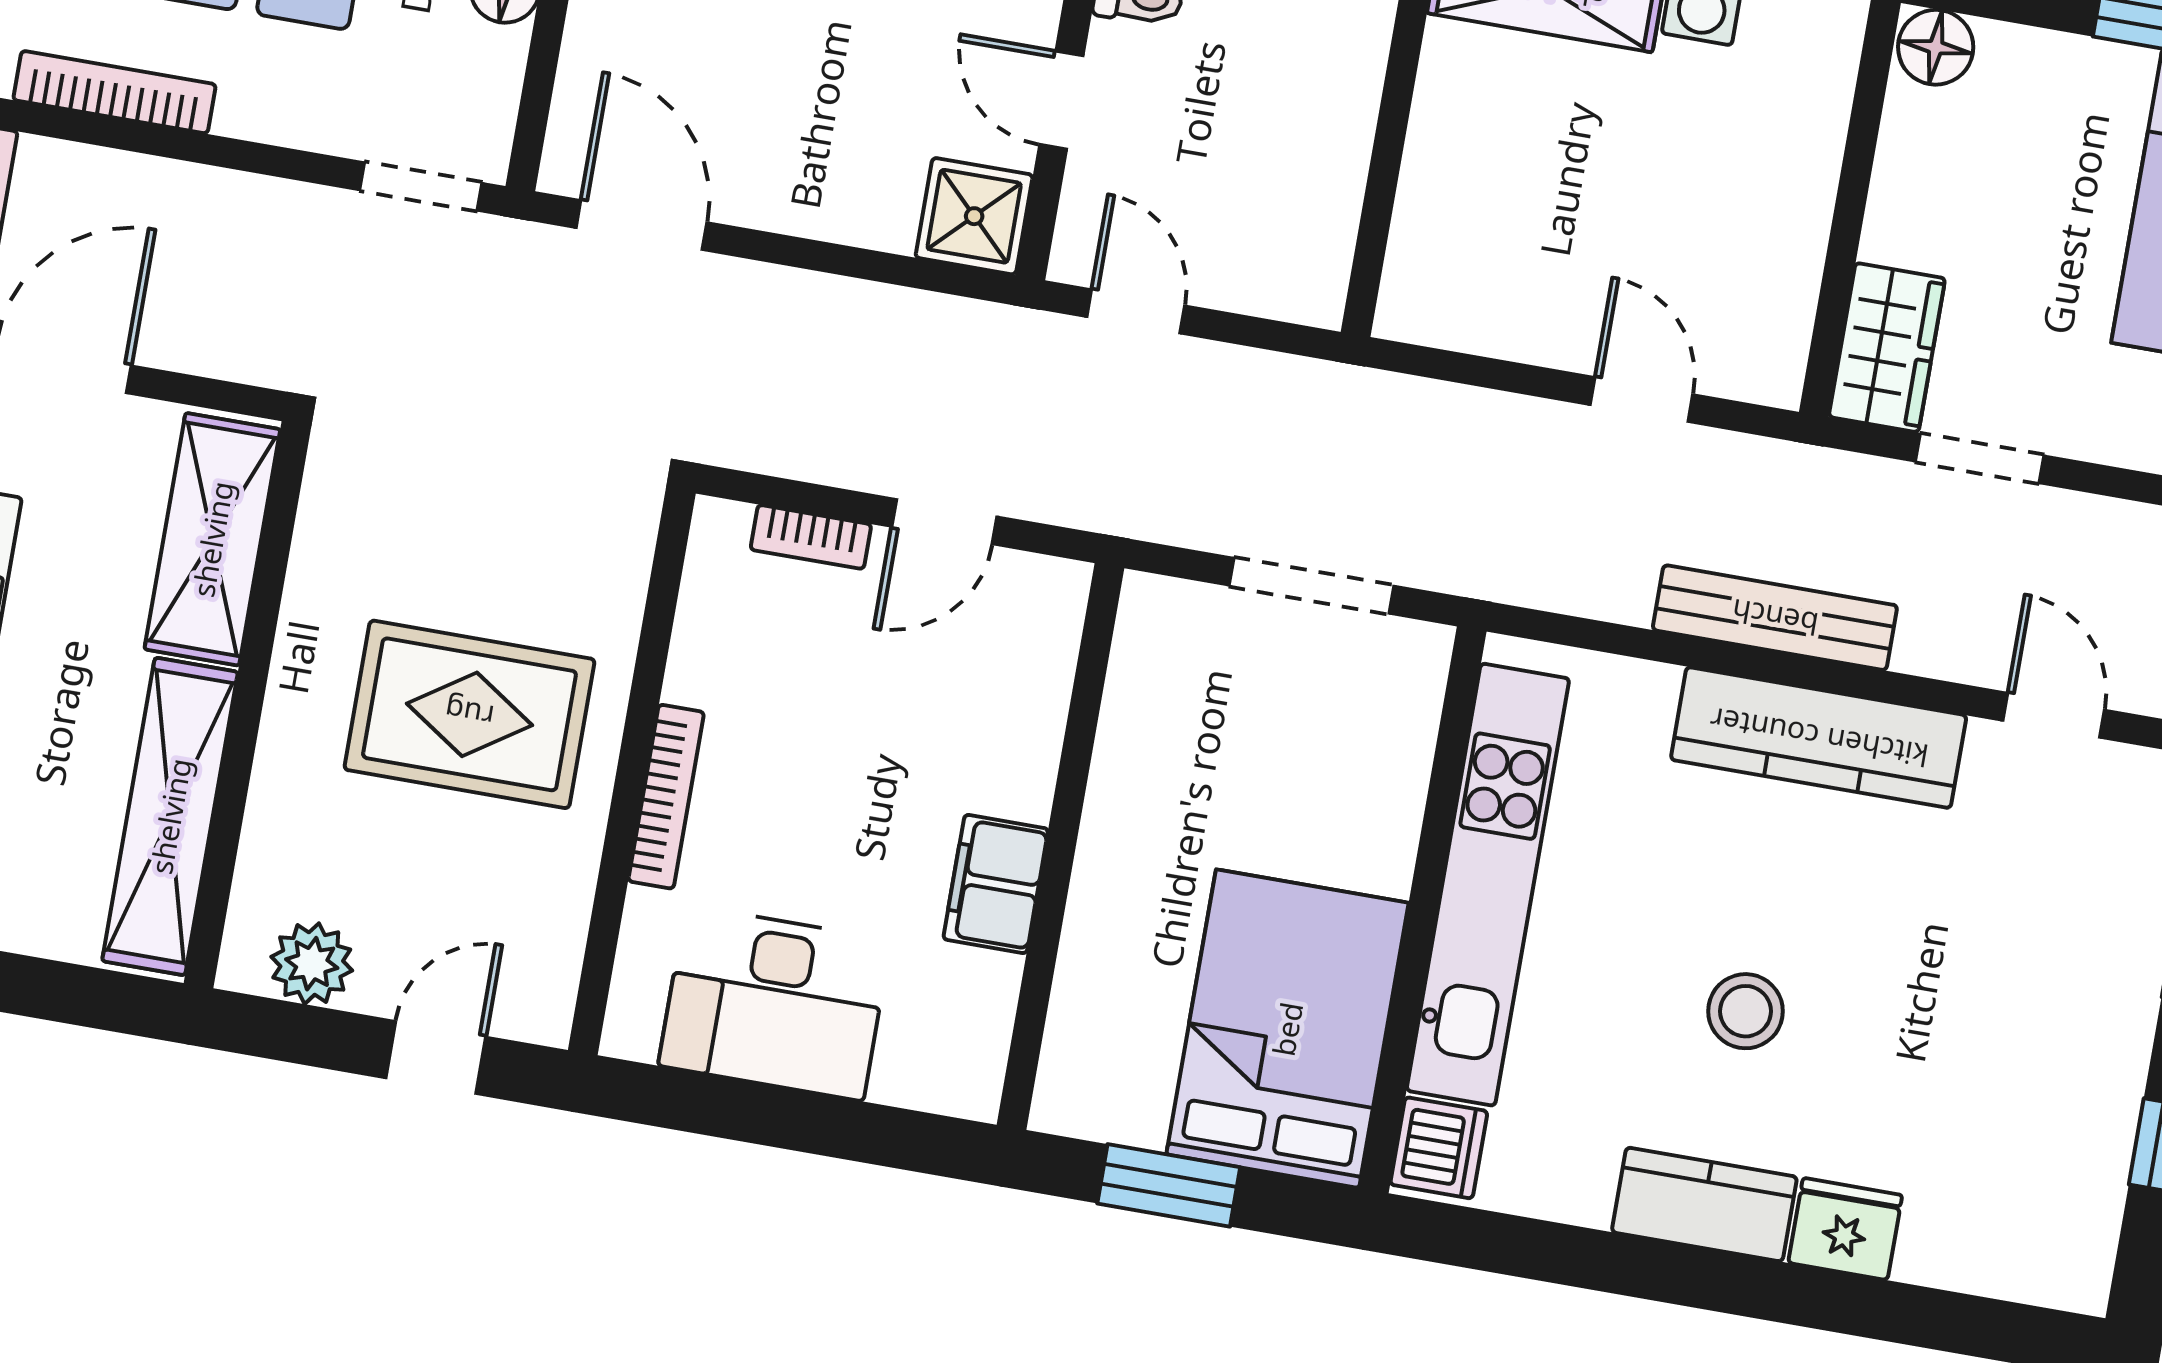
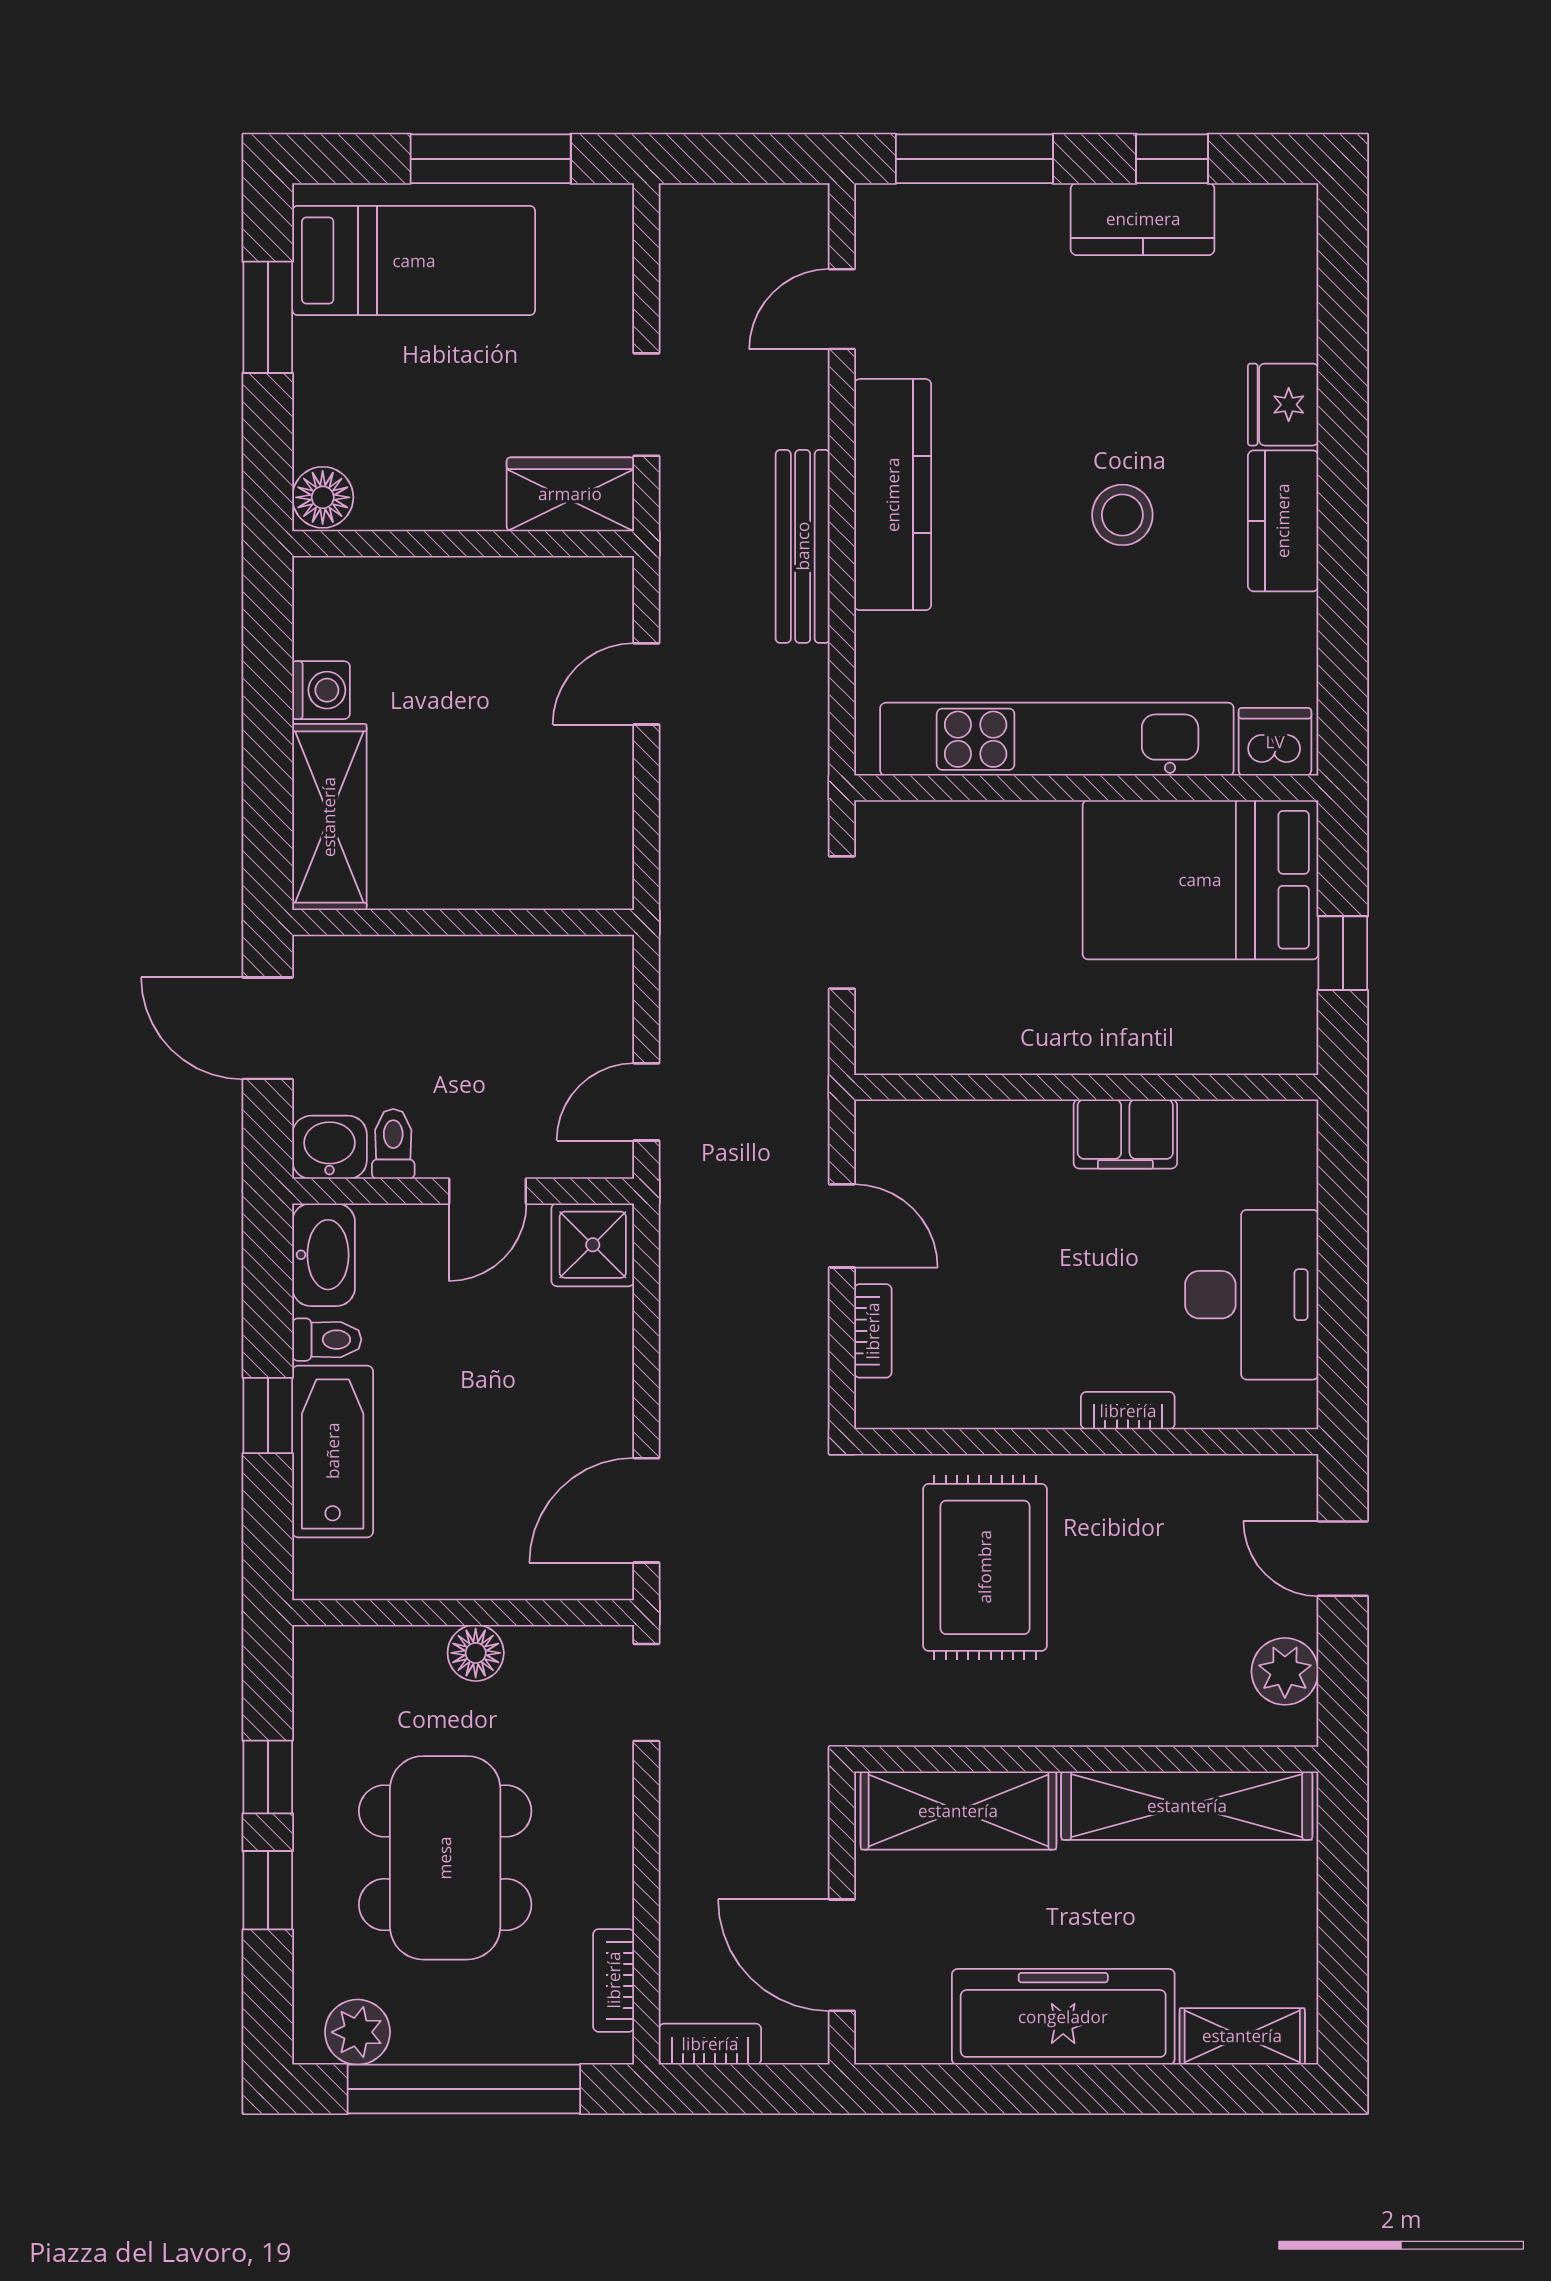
bookcase: (115, 92) -> (614, 1980), width x0.64
rug: (469, 714) -> (985, 1567), moved
bookcase: (666, 797) -> (1128, 1411), width x0.64
kitchen counter: (2099, 1098) -> (1143, 219), added
window: (1169, 1185) -> (1343, 953), width x0.67

